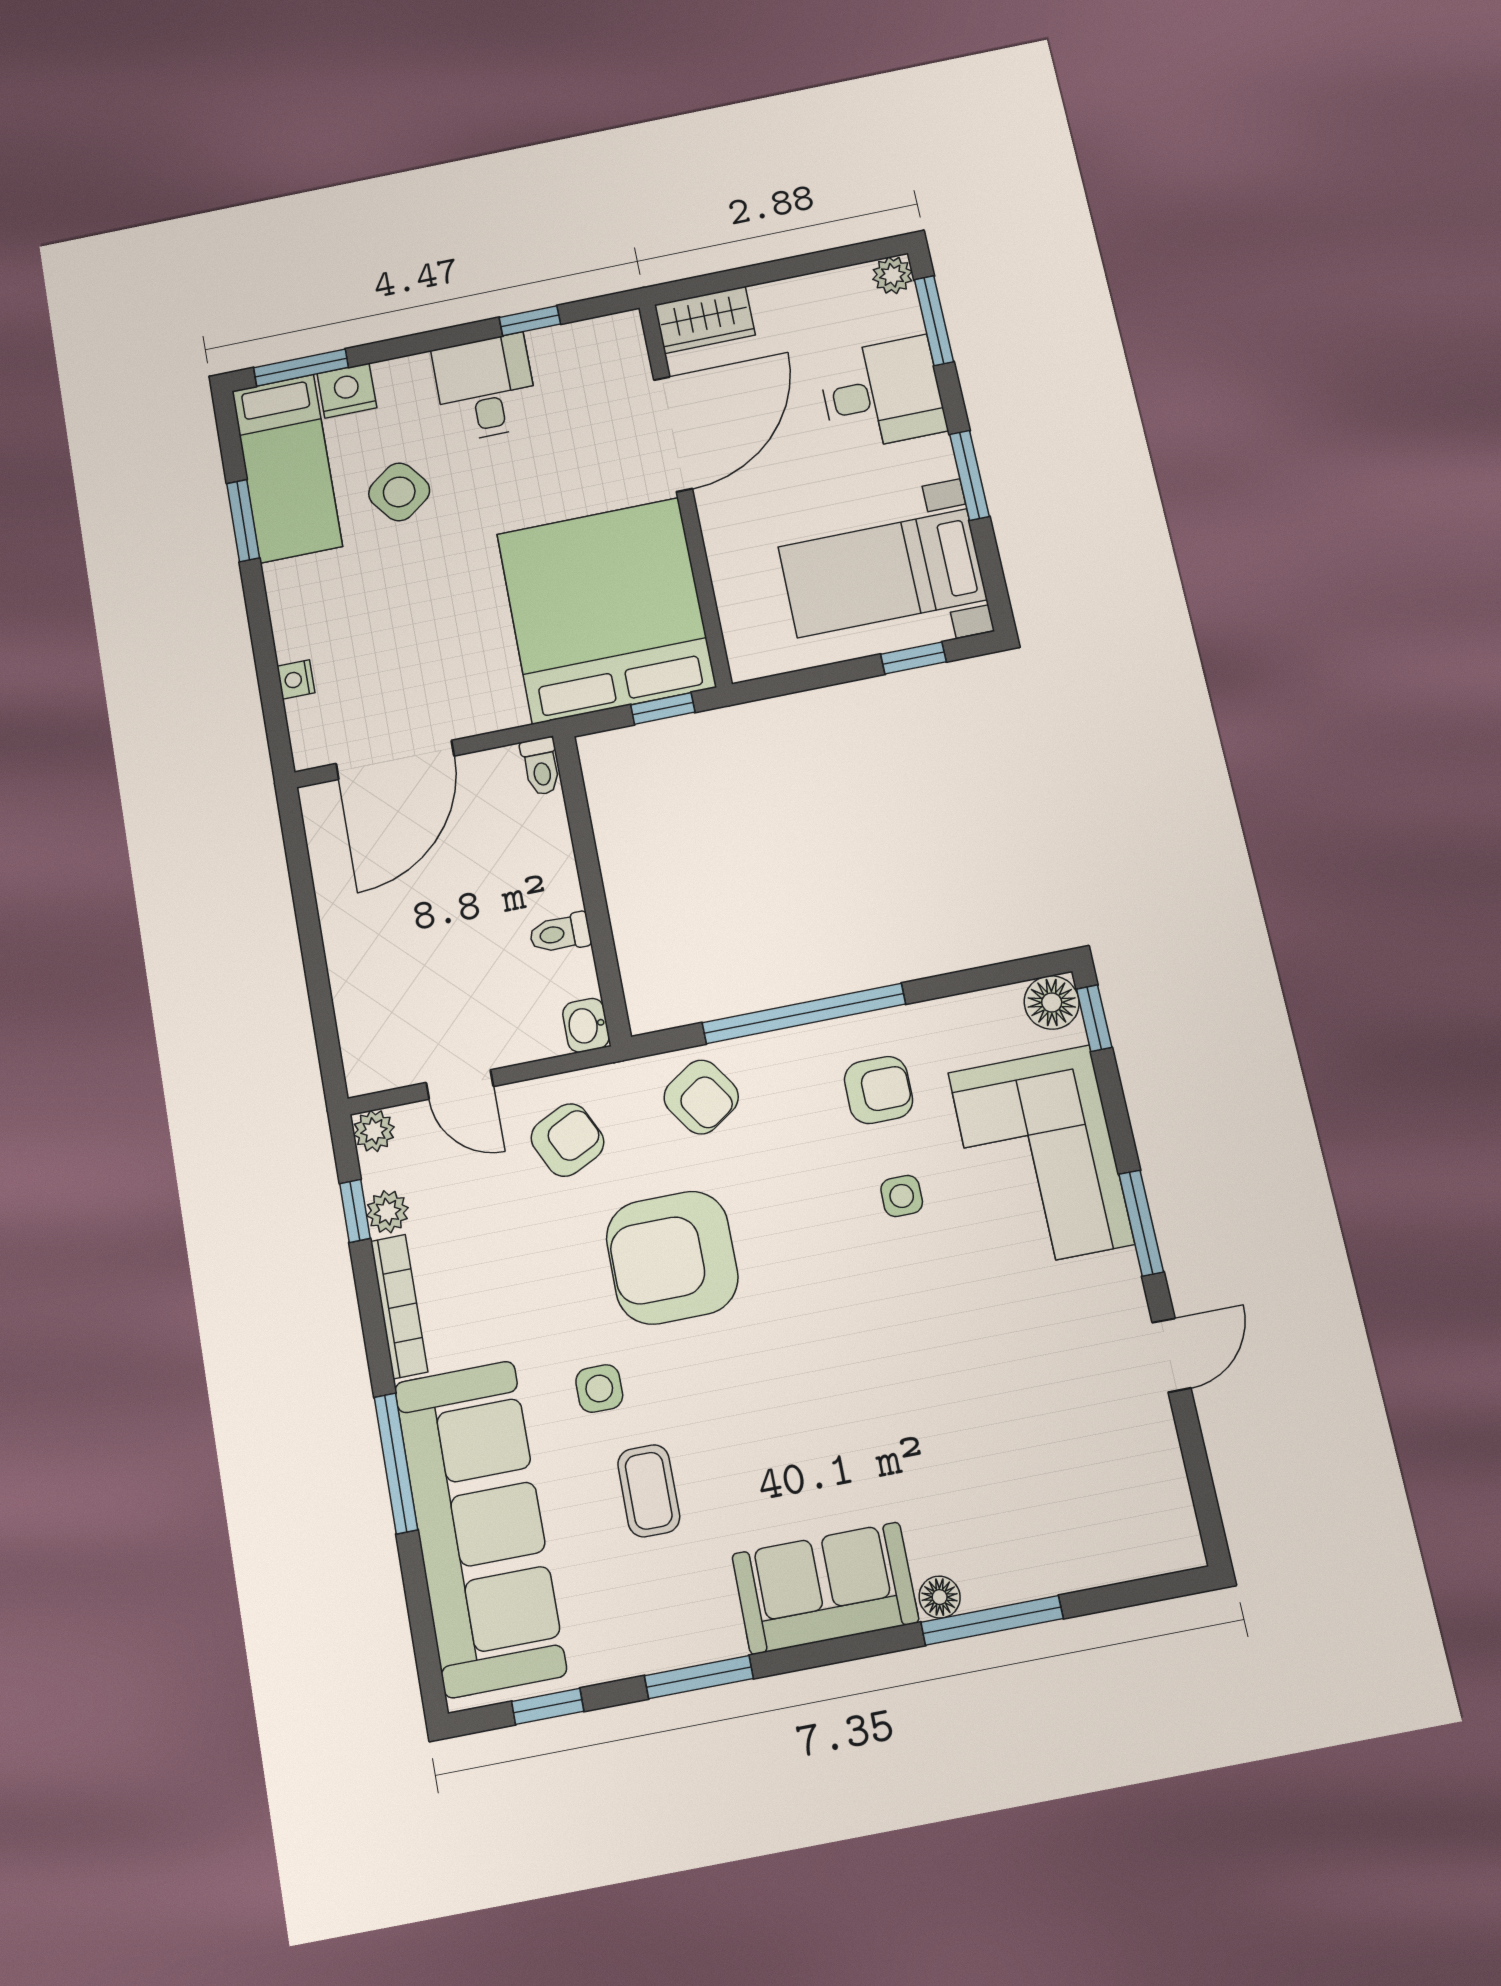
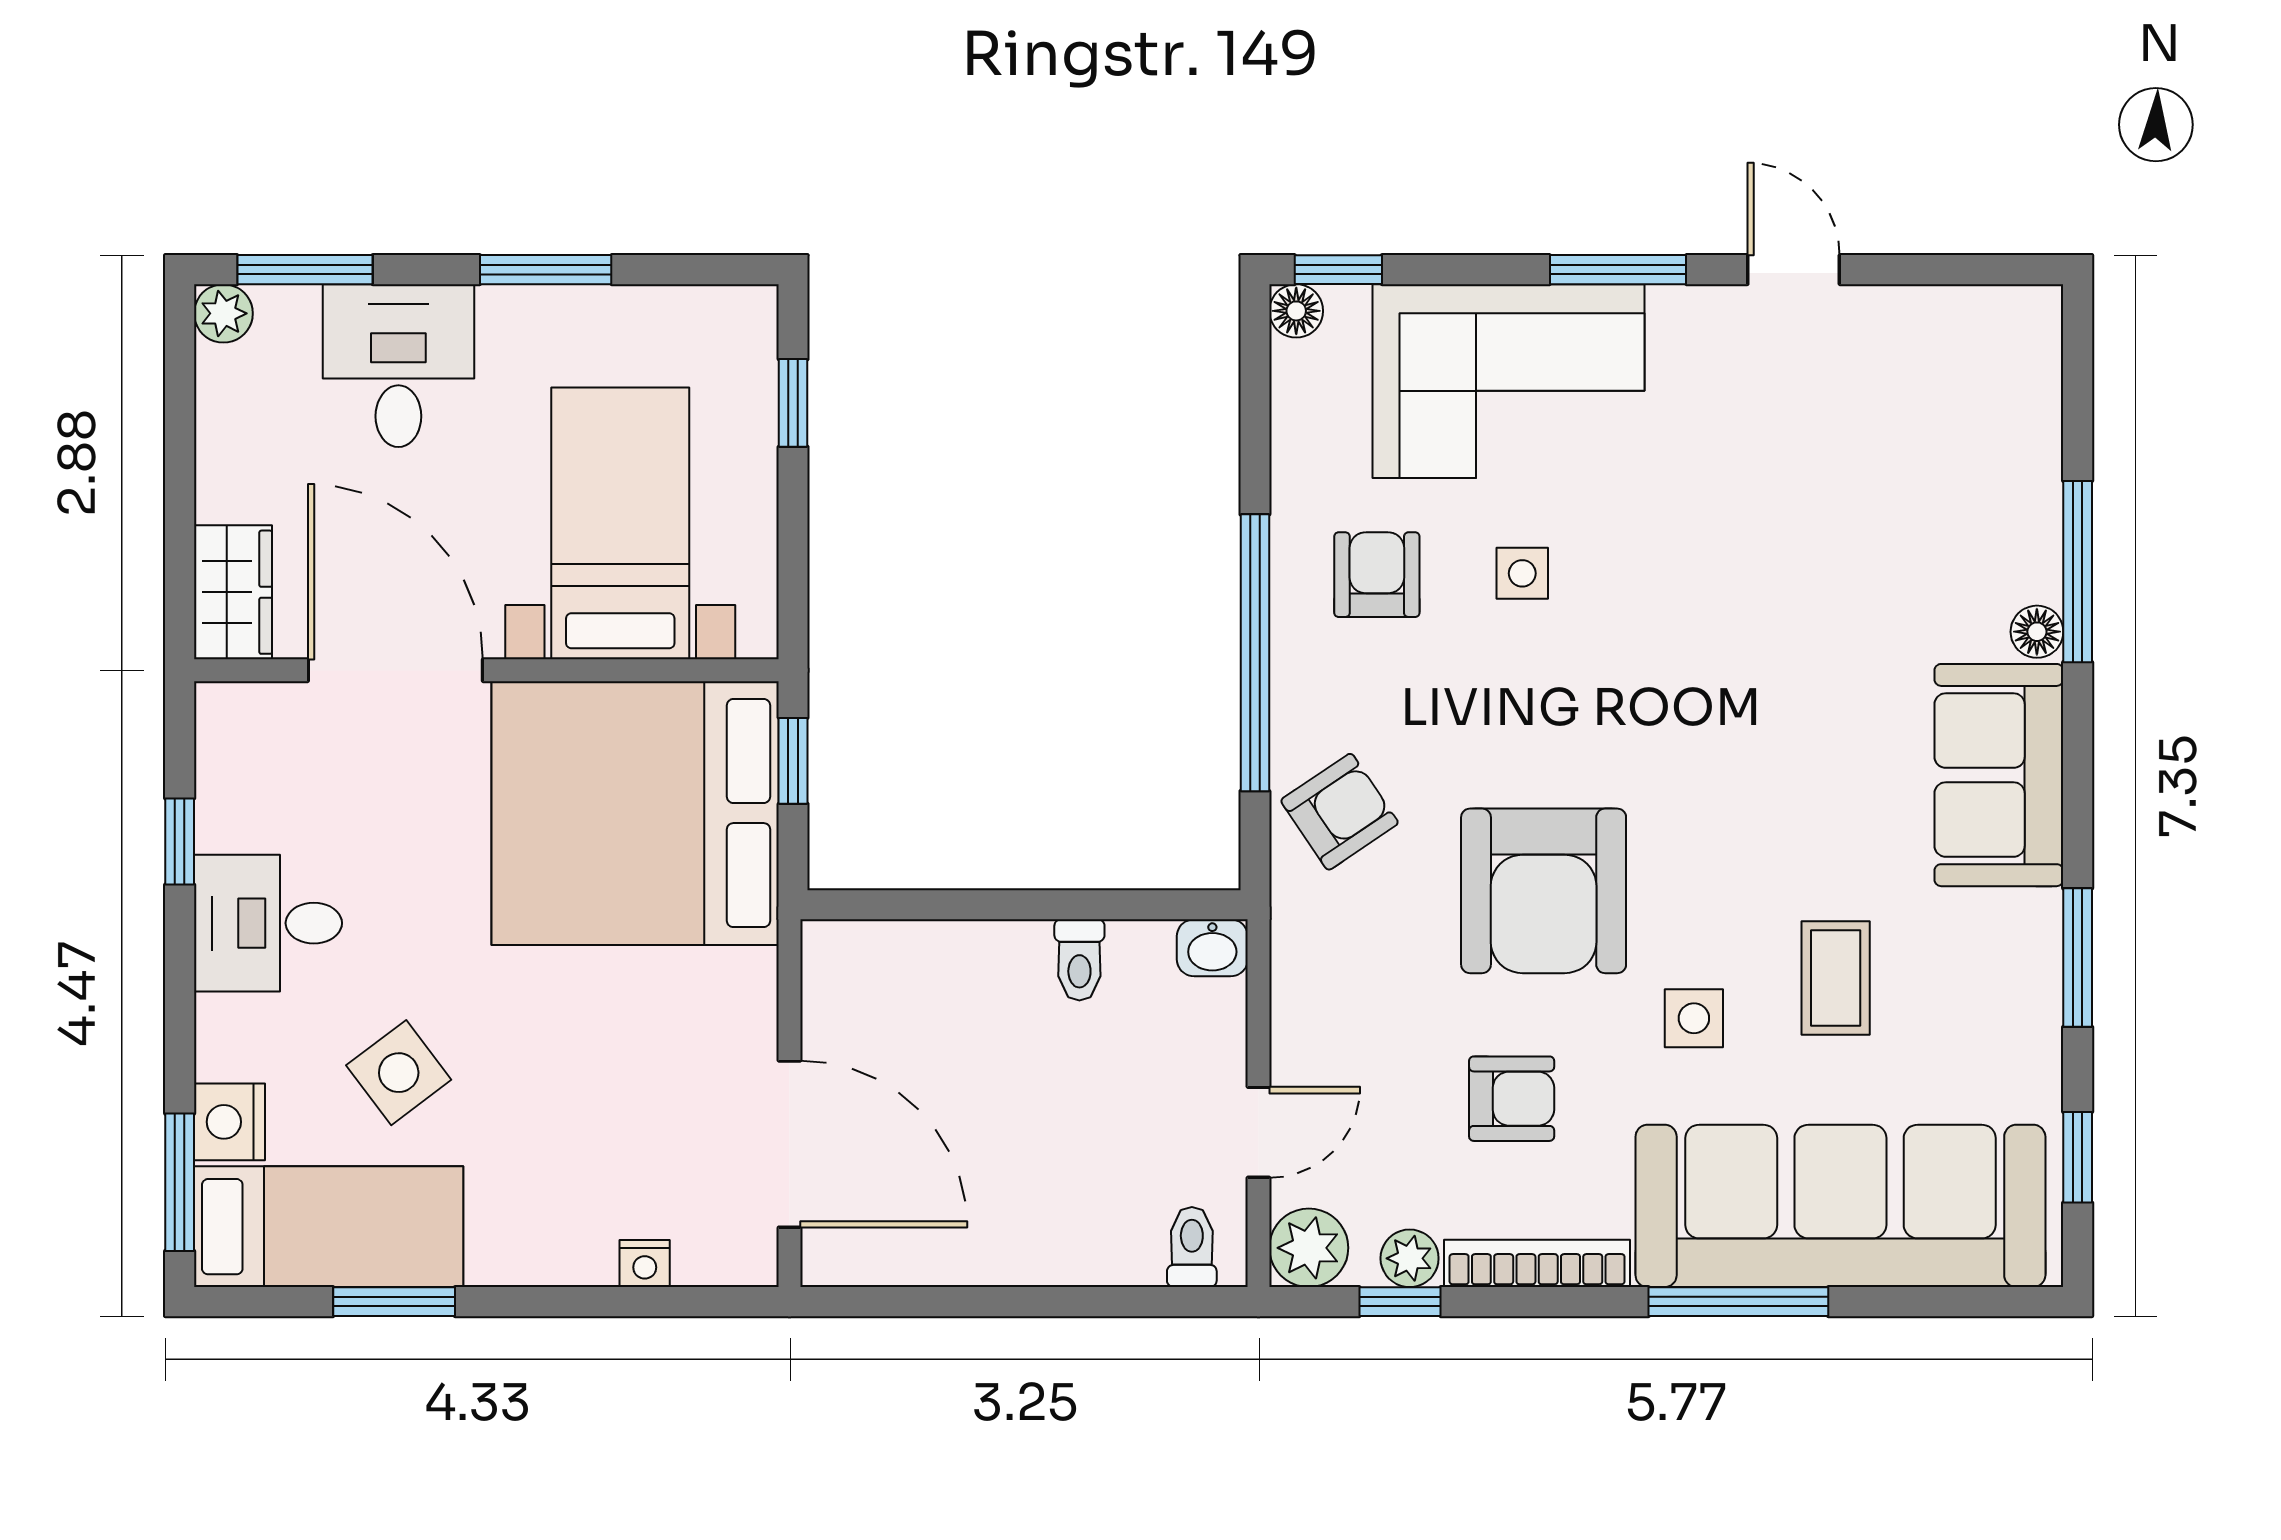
bed with nightstands: (882, 573) -> (620, 523), moved, turned 180
toilet: (541, 766) -> (1192, 1247), moved, turned -90
floor lamp: (1052, 1002) -> (1296, 311), width x0.73, depth x0.73
plant: (374, 1131) -> (1309, 1248), width x1.38, depth x1.38
armchair: (567, 1140) -> (1512, 1099), moved, turned 116
coffee table: (649, 1491) -> (1836, 978), turned 90

